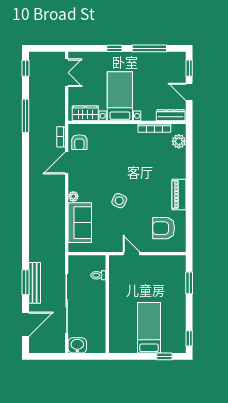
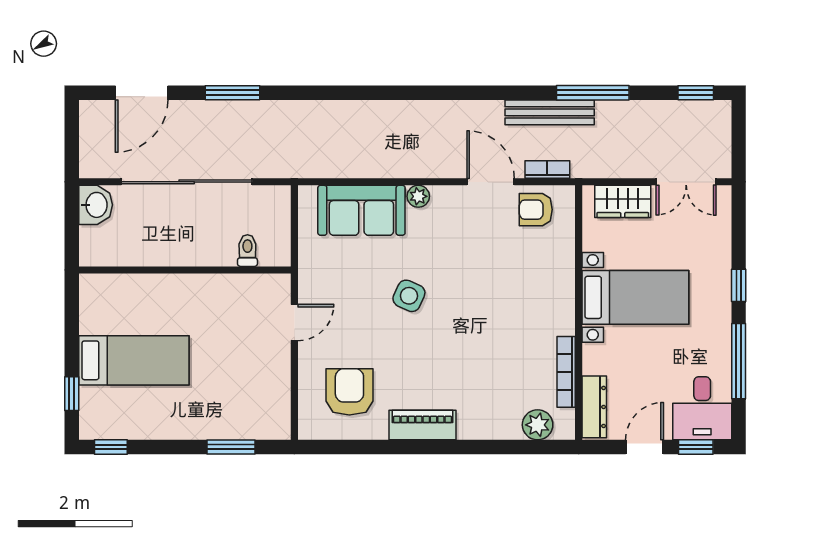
desk: (171, 65) -> (702, 408), added
wardrobe: (85, 113) -> (623, 201), moved, turned 90
bench: (35, 283) -> (550, 112), moved
door: (26, 324) -> (142, 93), hinge flipped

